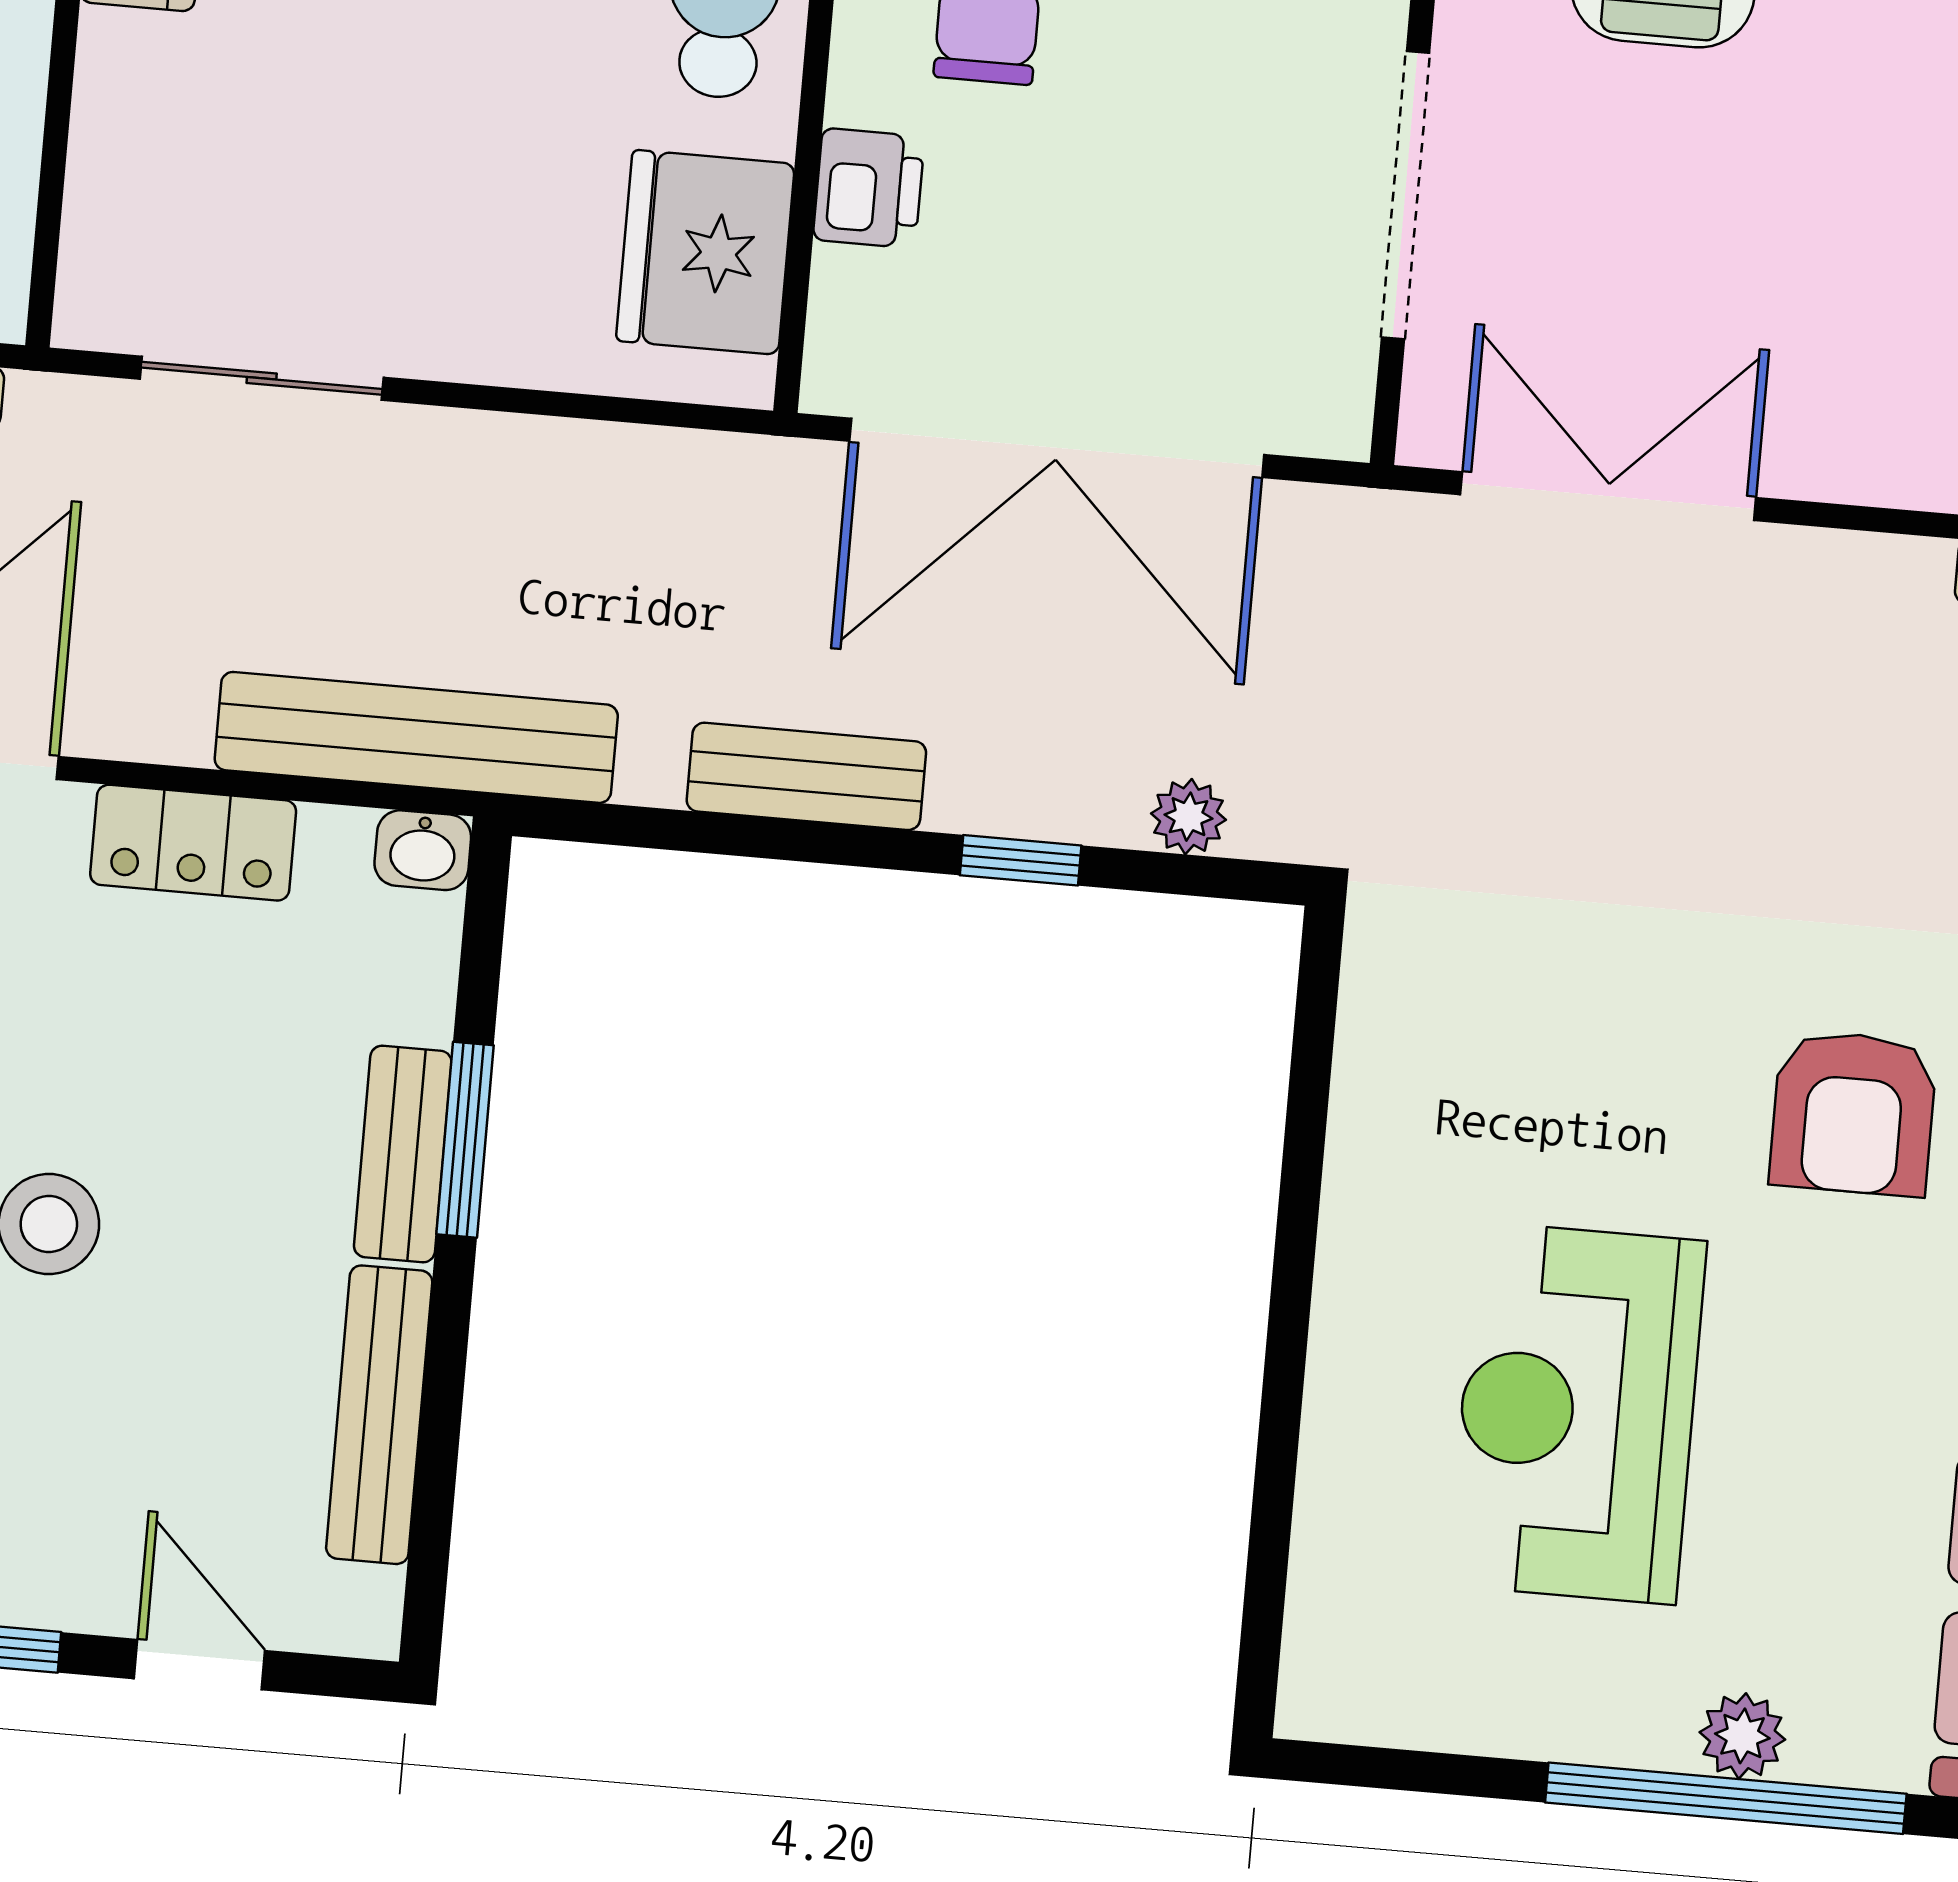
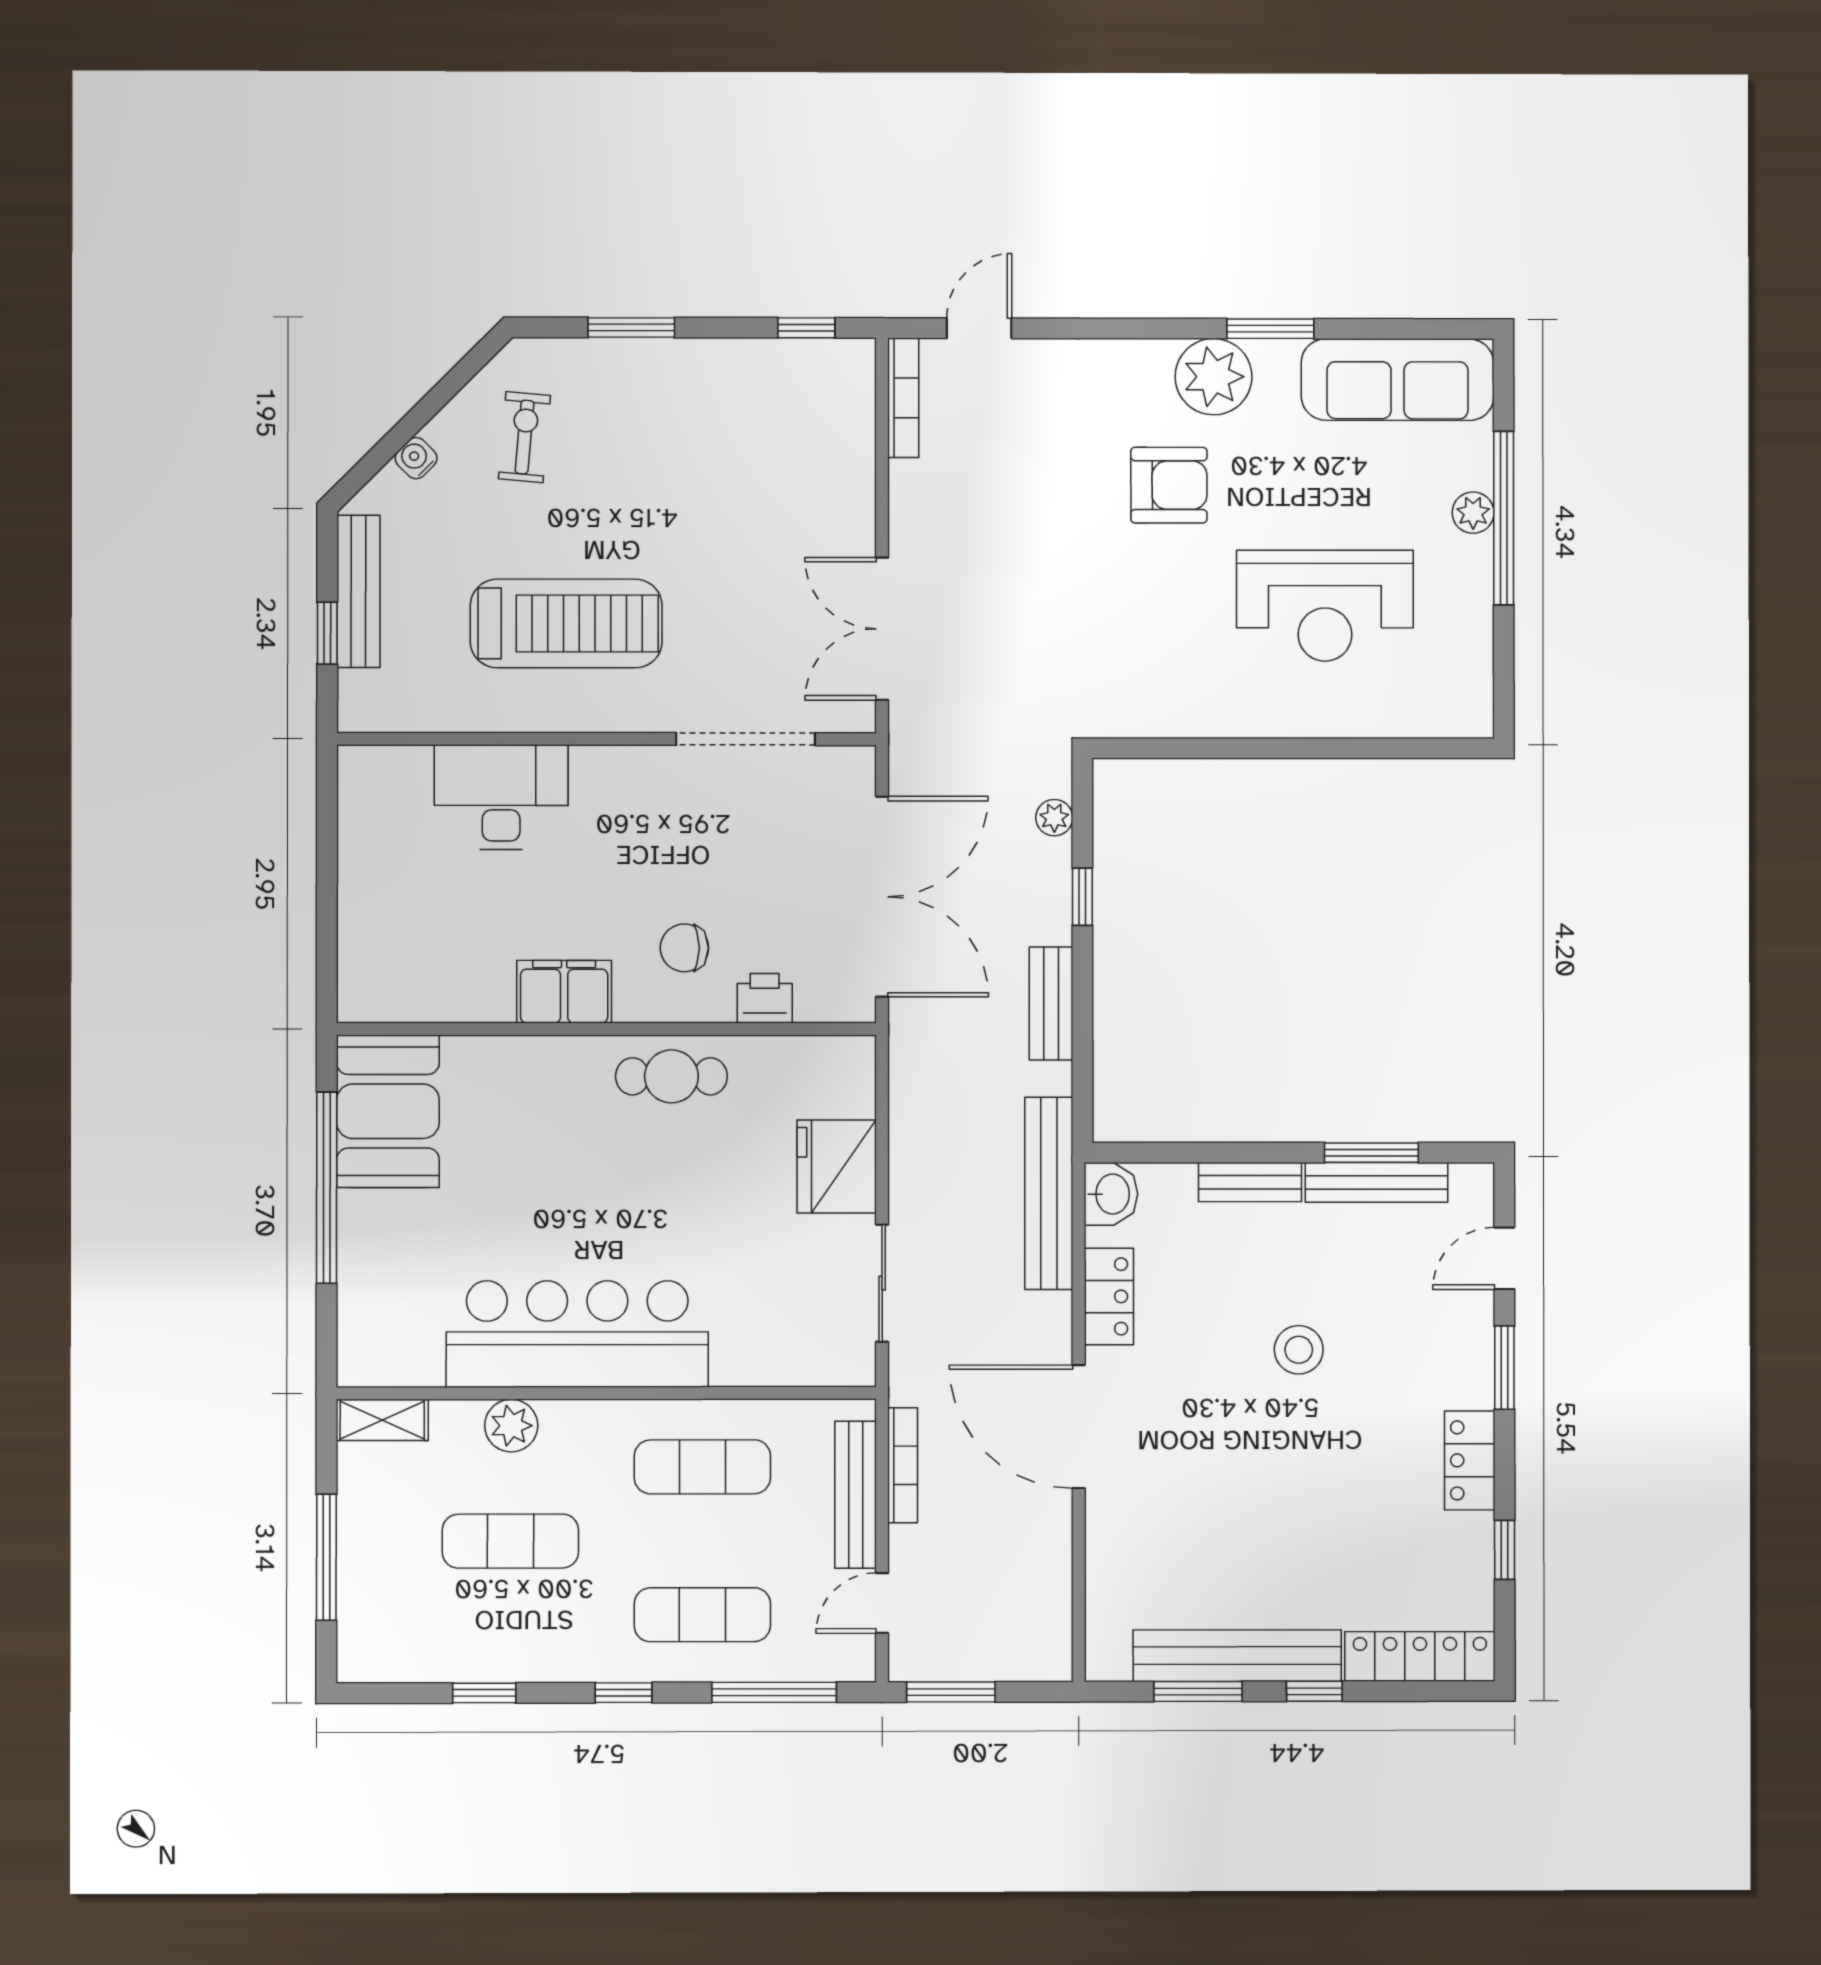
fridge: (705, 252) -> (837, 1166), moved, turned 90
washbasin: (423, 850) -> (1111, 1194), width x1.38, depth x1.45
window: (465, 1140) -> (1371, 1153), moved

